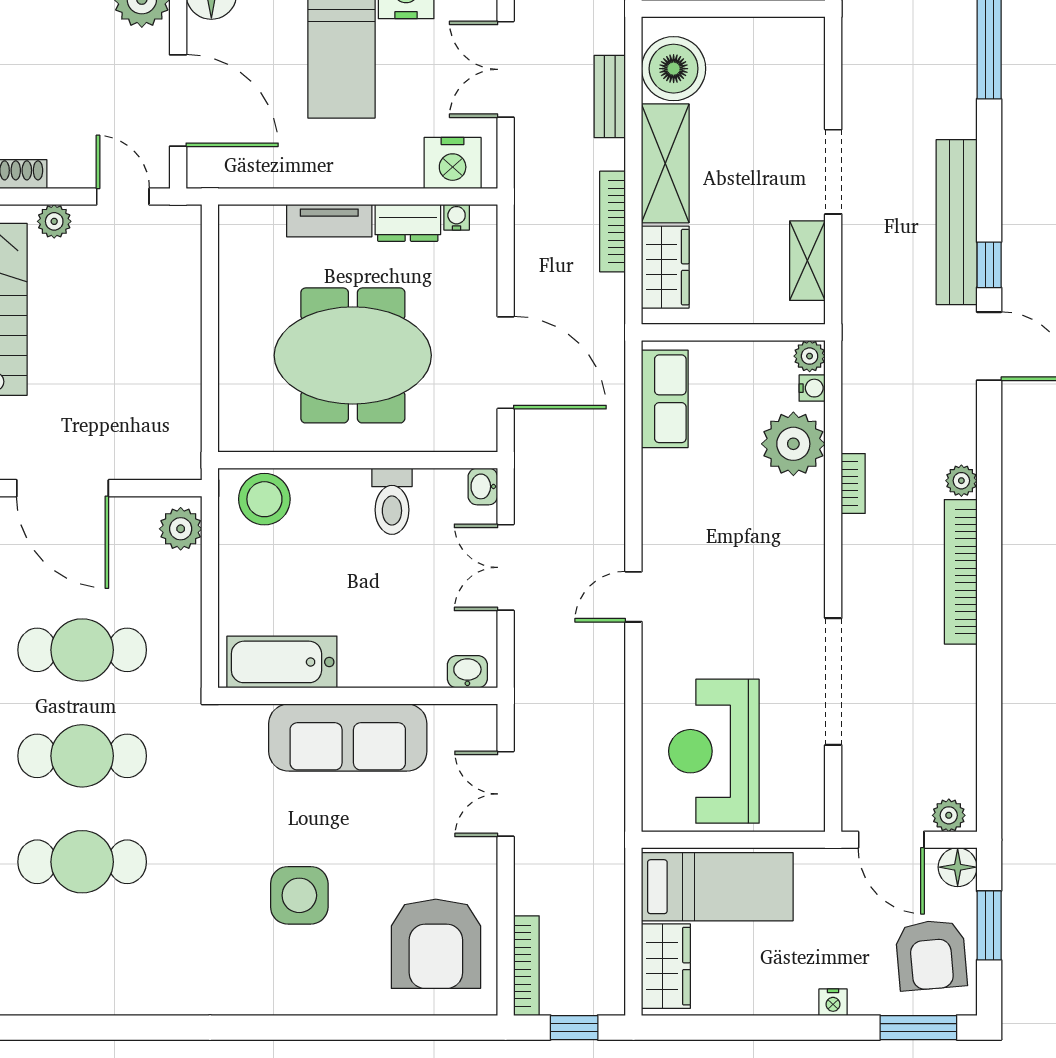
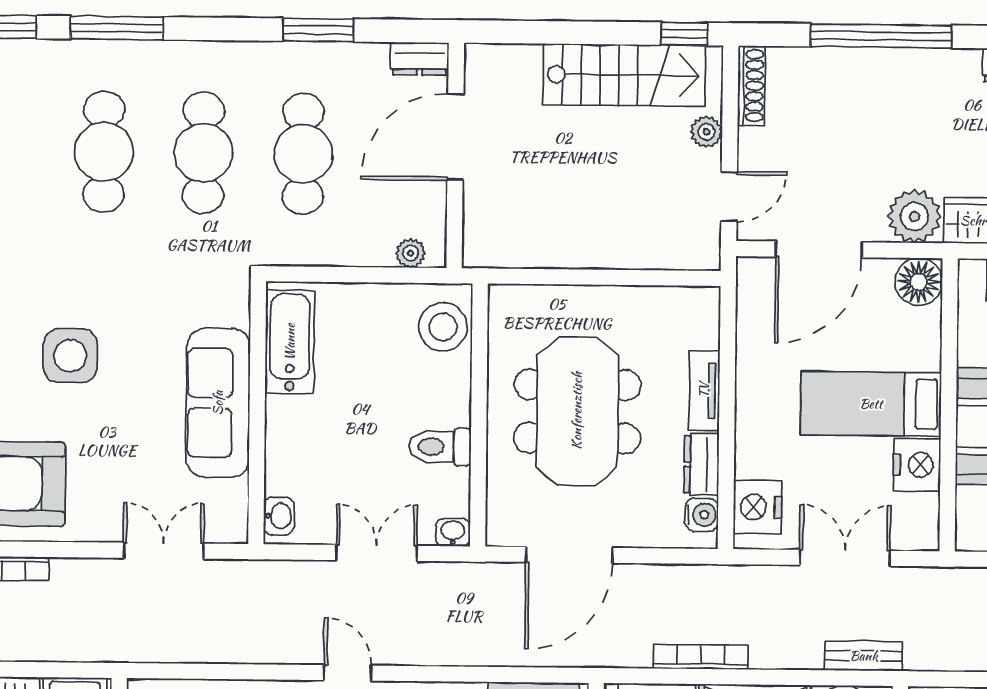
bench: (610, 96) -> (864, 656), moved
water cooler: (457, 217) -> (702, 515), width x1.38, depth x1.38
plant: (181, 529) -> (411, 253), width x0.73, depth x0.73

